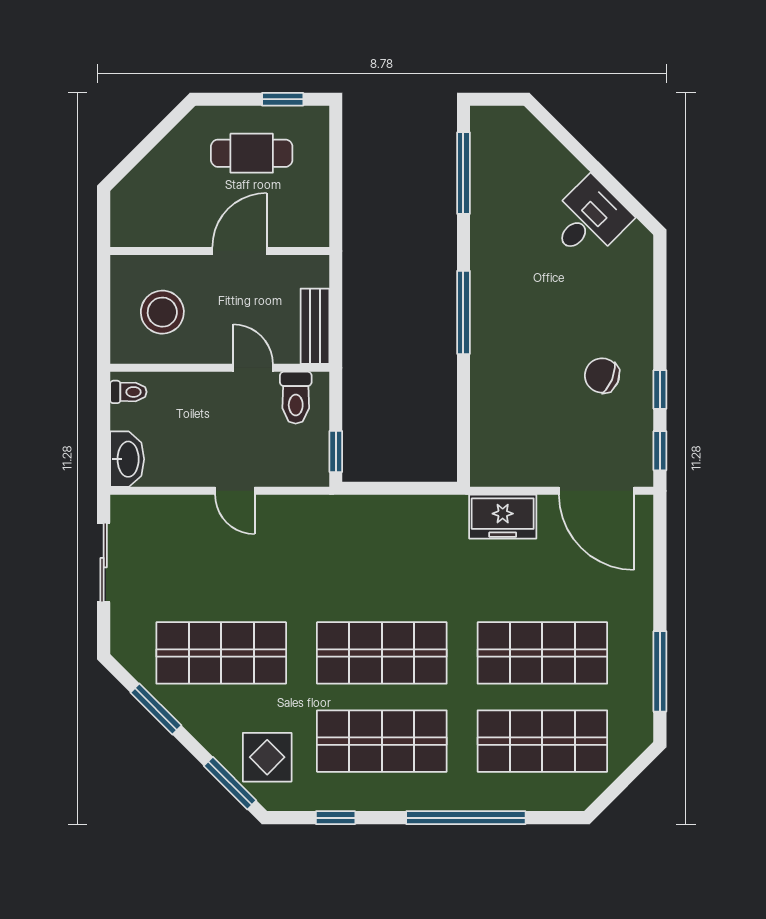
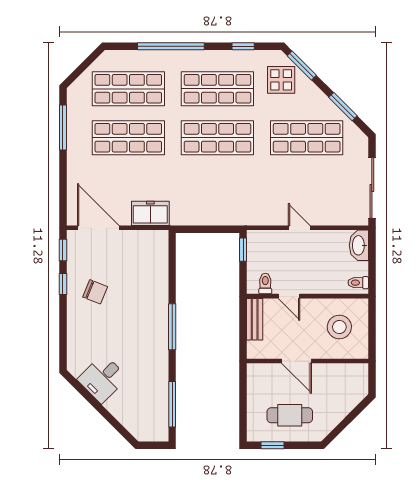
door: (239, 251) -> (297, 361), hinge flipped
toilet: (296, 398) -> (265, 284), width x0.73, depth x0.72
sliding door: (104, 563) -> (372, 188), width x1.37

